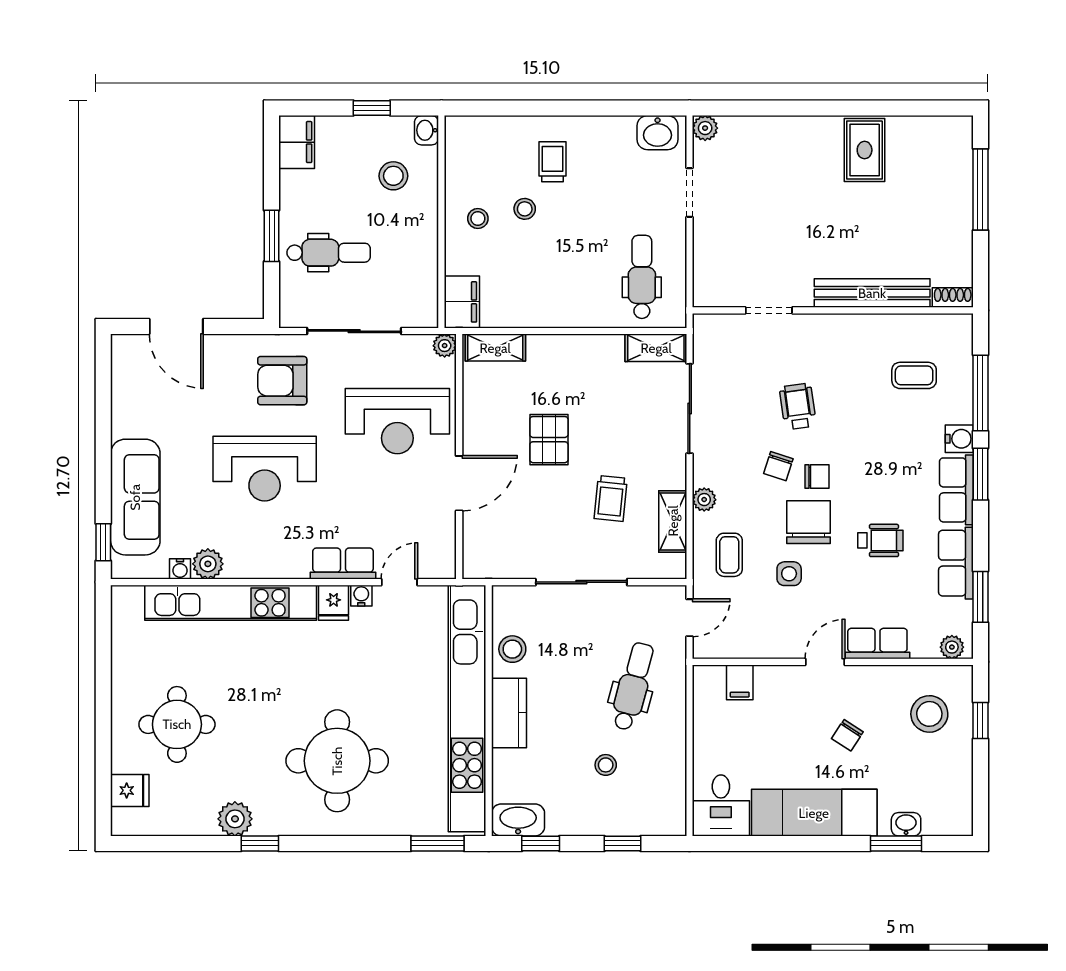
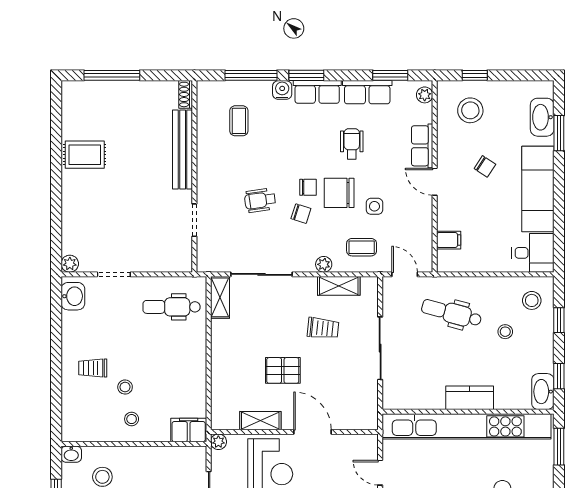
shelving: (495, 348) -> (260, 421), moved, turned 90
chair: (817, 477) -> (308, 187), turned 90
stool: (512, 649) -> (532, 300), moved
washbasin: (906, 824) -> (542, 117), width x1.91, depth x1.45

